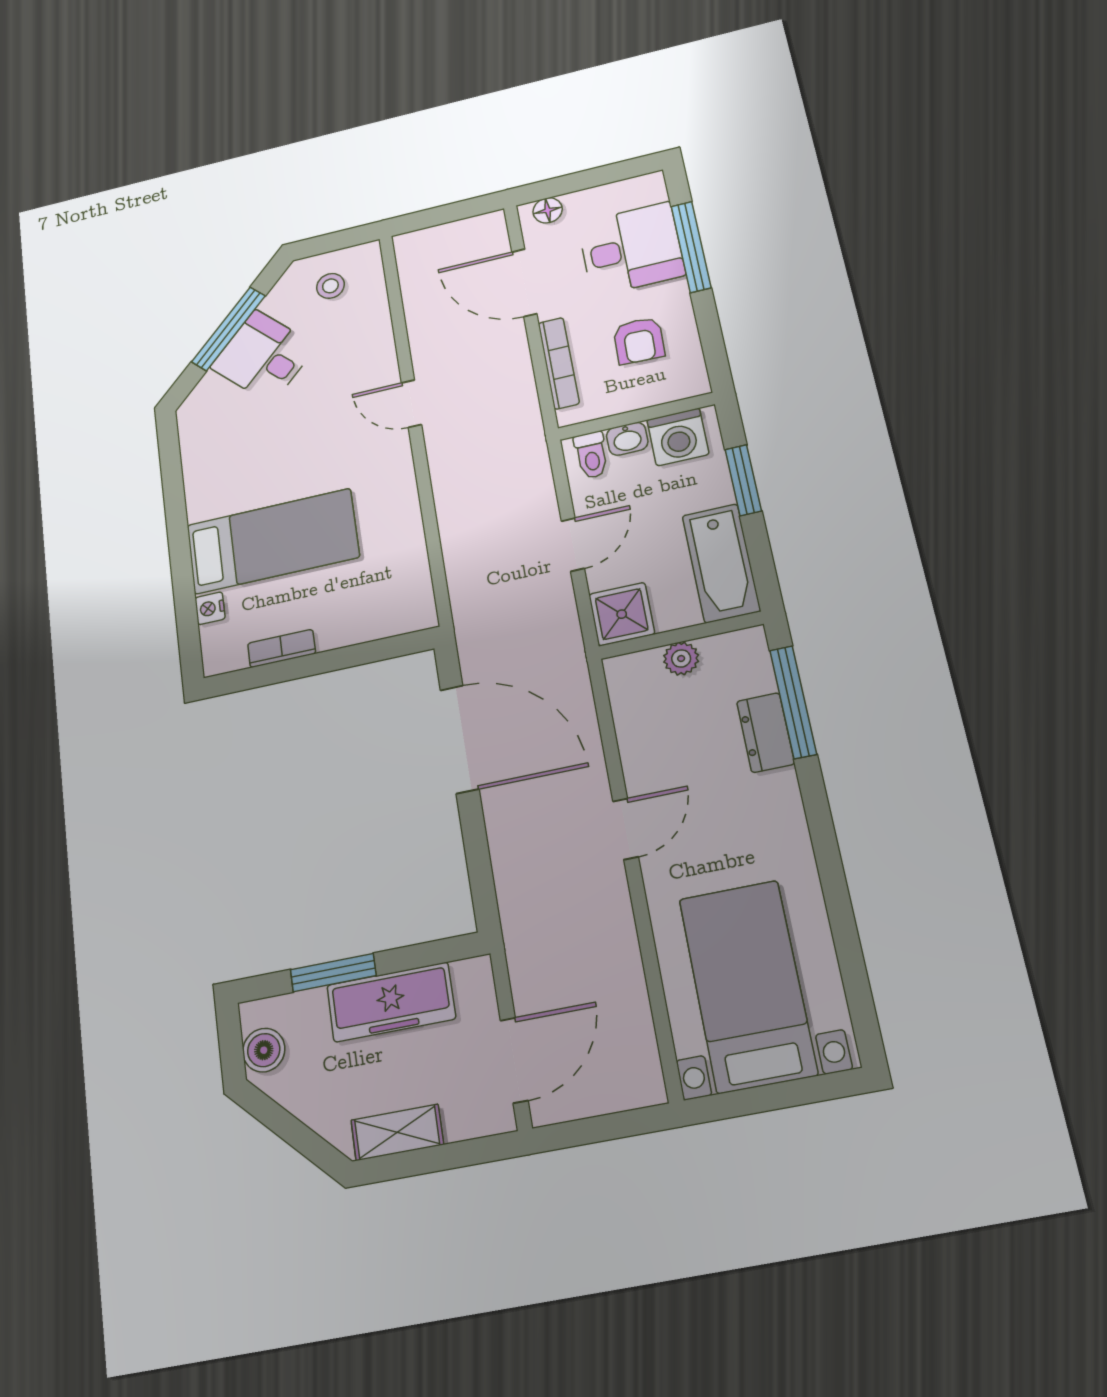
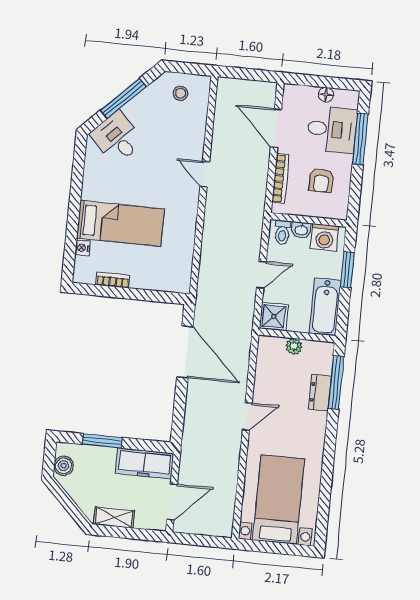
floor lamp: (548, 210) -> (326, 95), moved
desk: (263, 357) -> (117, 138), moved
freezer: (391, 1002) -> (145, 463), moved

